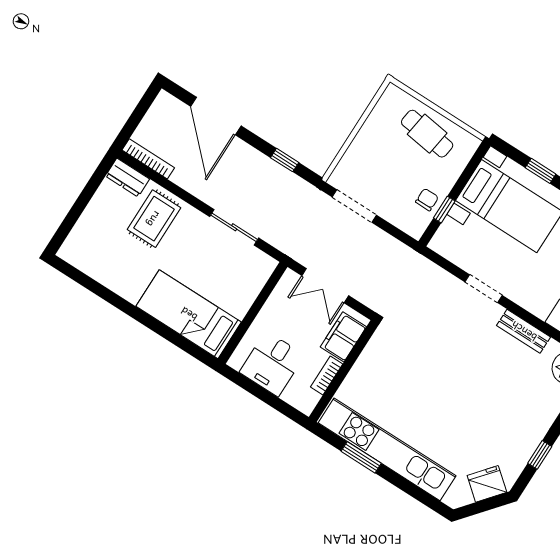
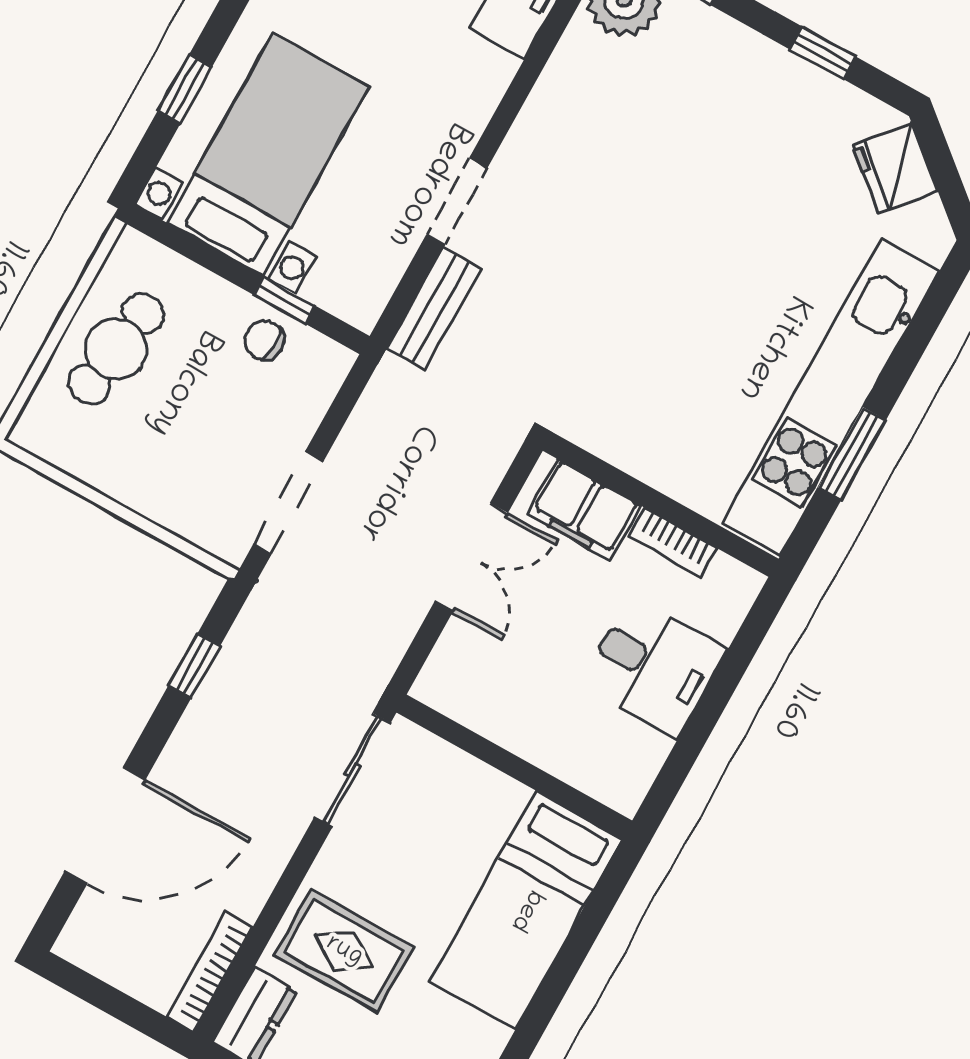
wall: (253, 313) -> (514, 767), moved
bed: (189, 314) -> (526, 910), moved
bench: (524, 331) -> (434, 308), moved

